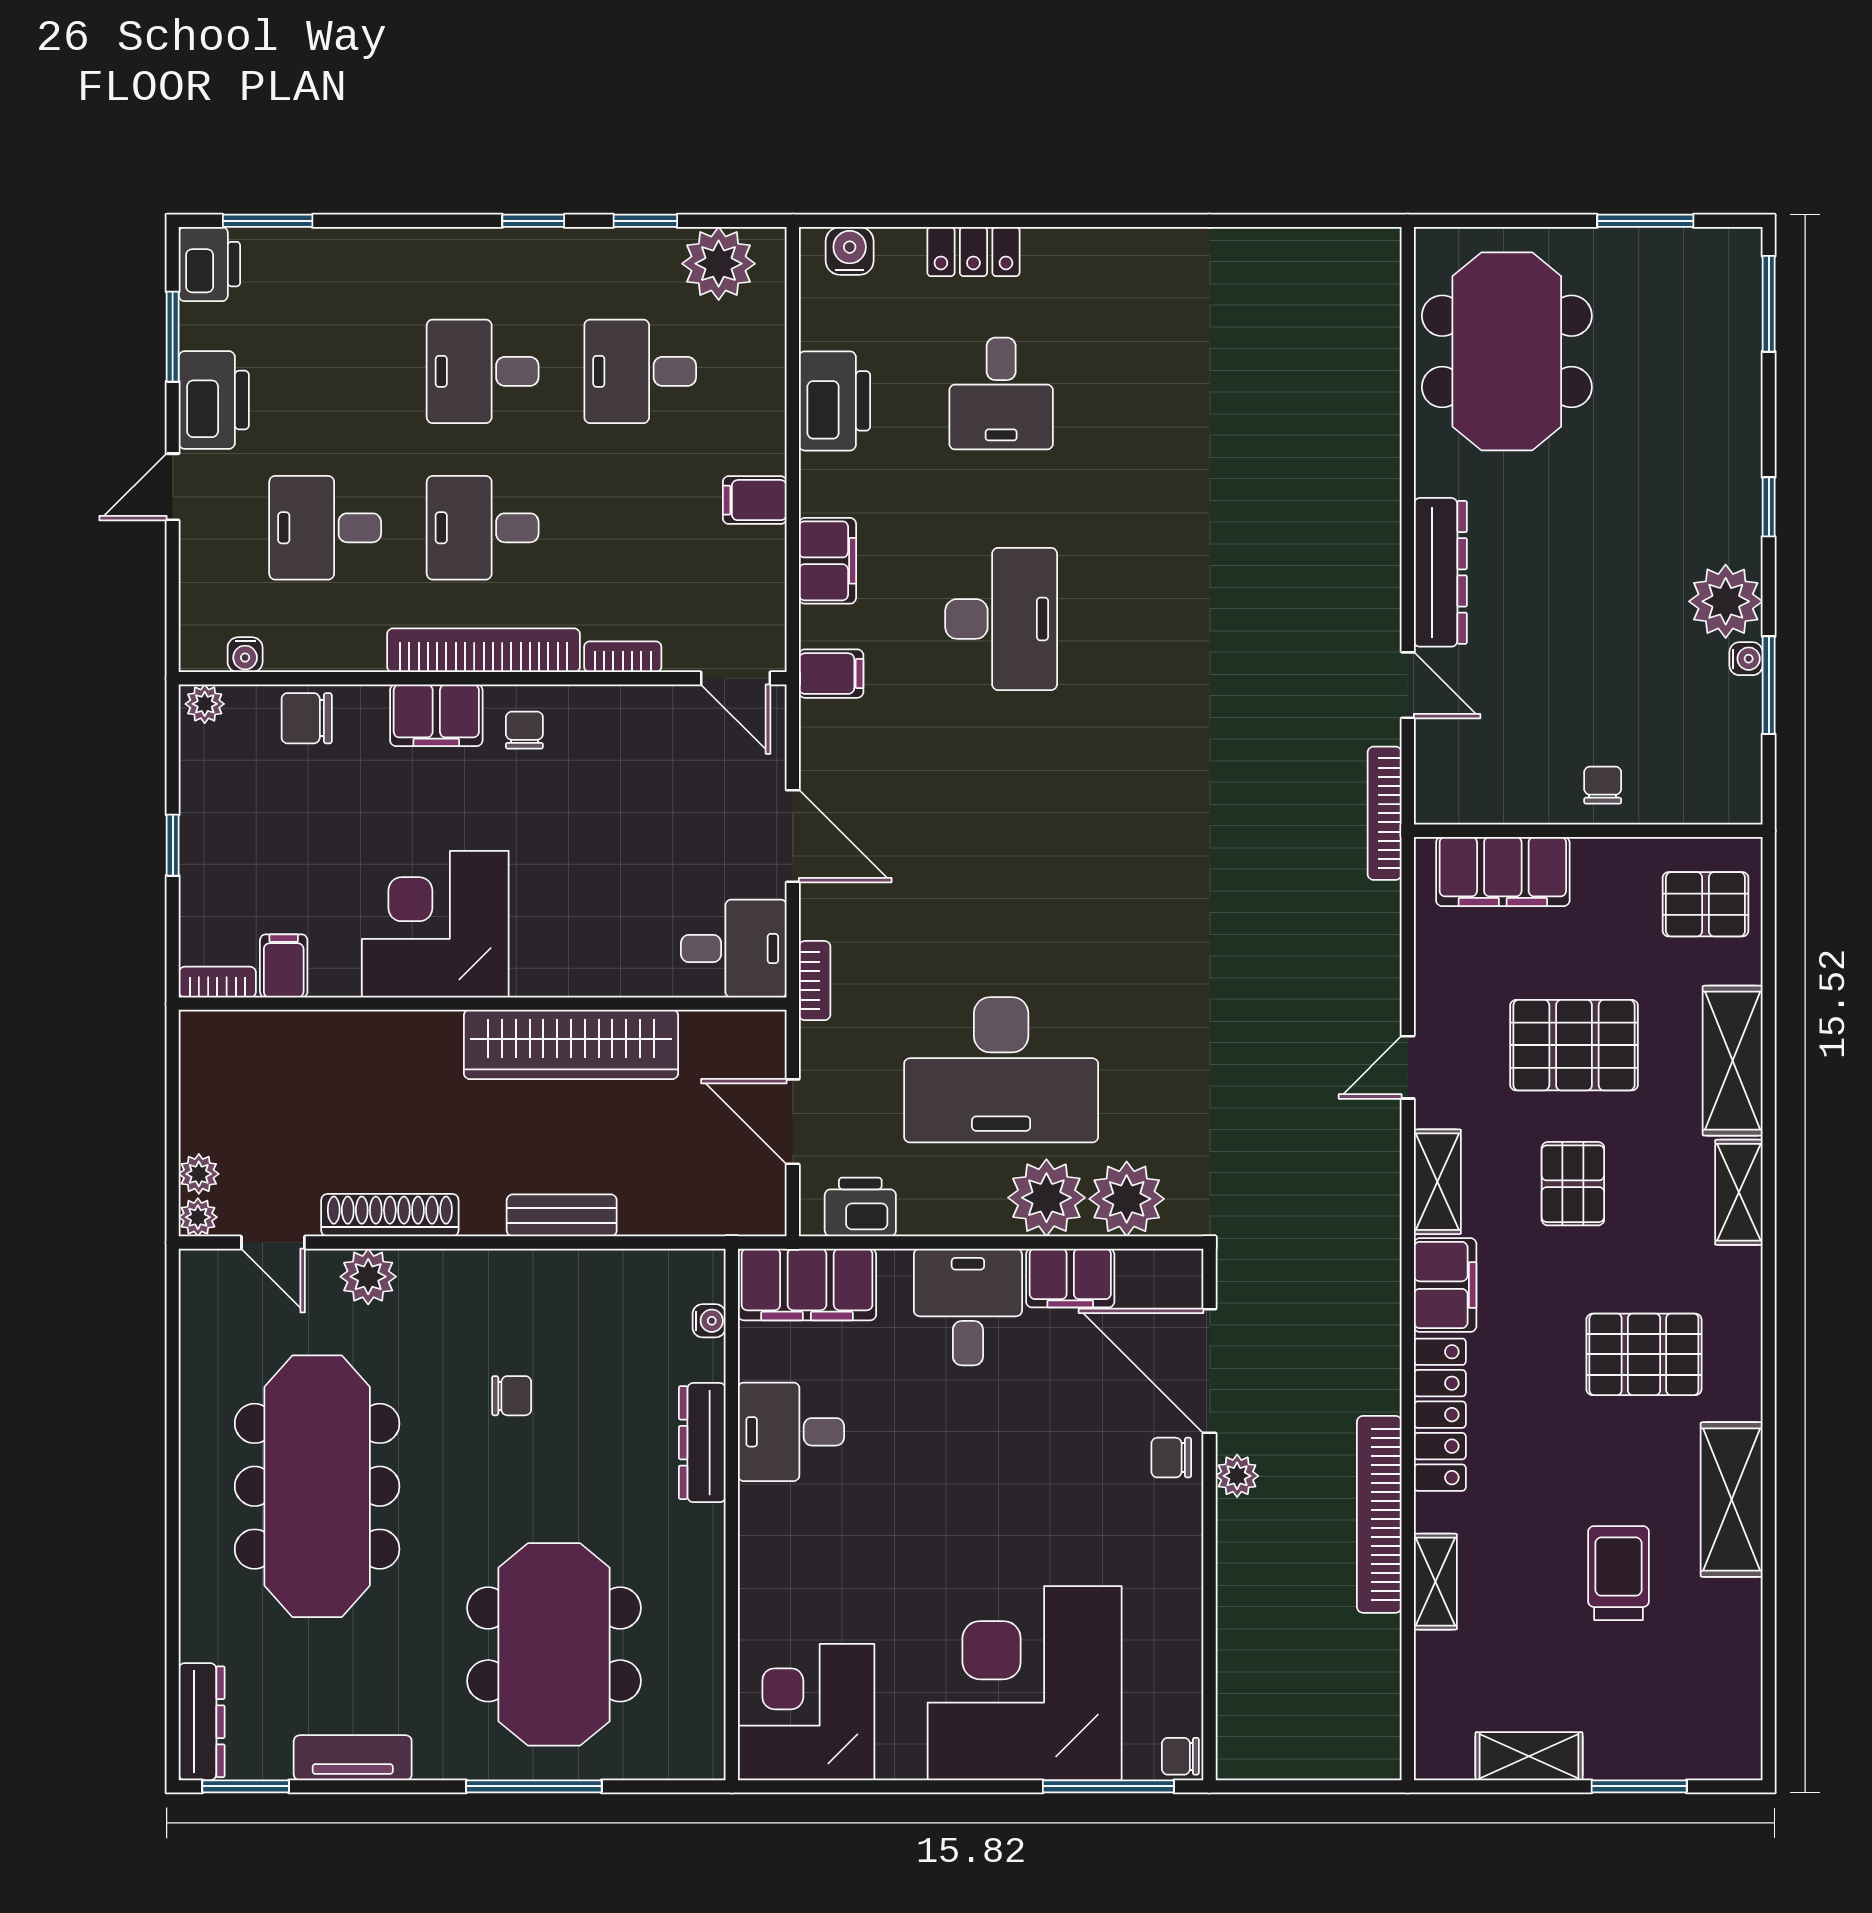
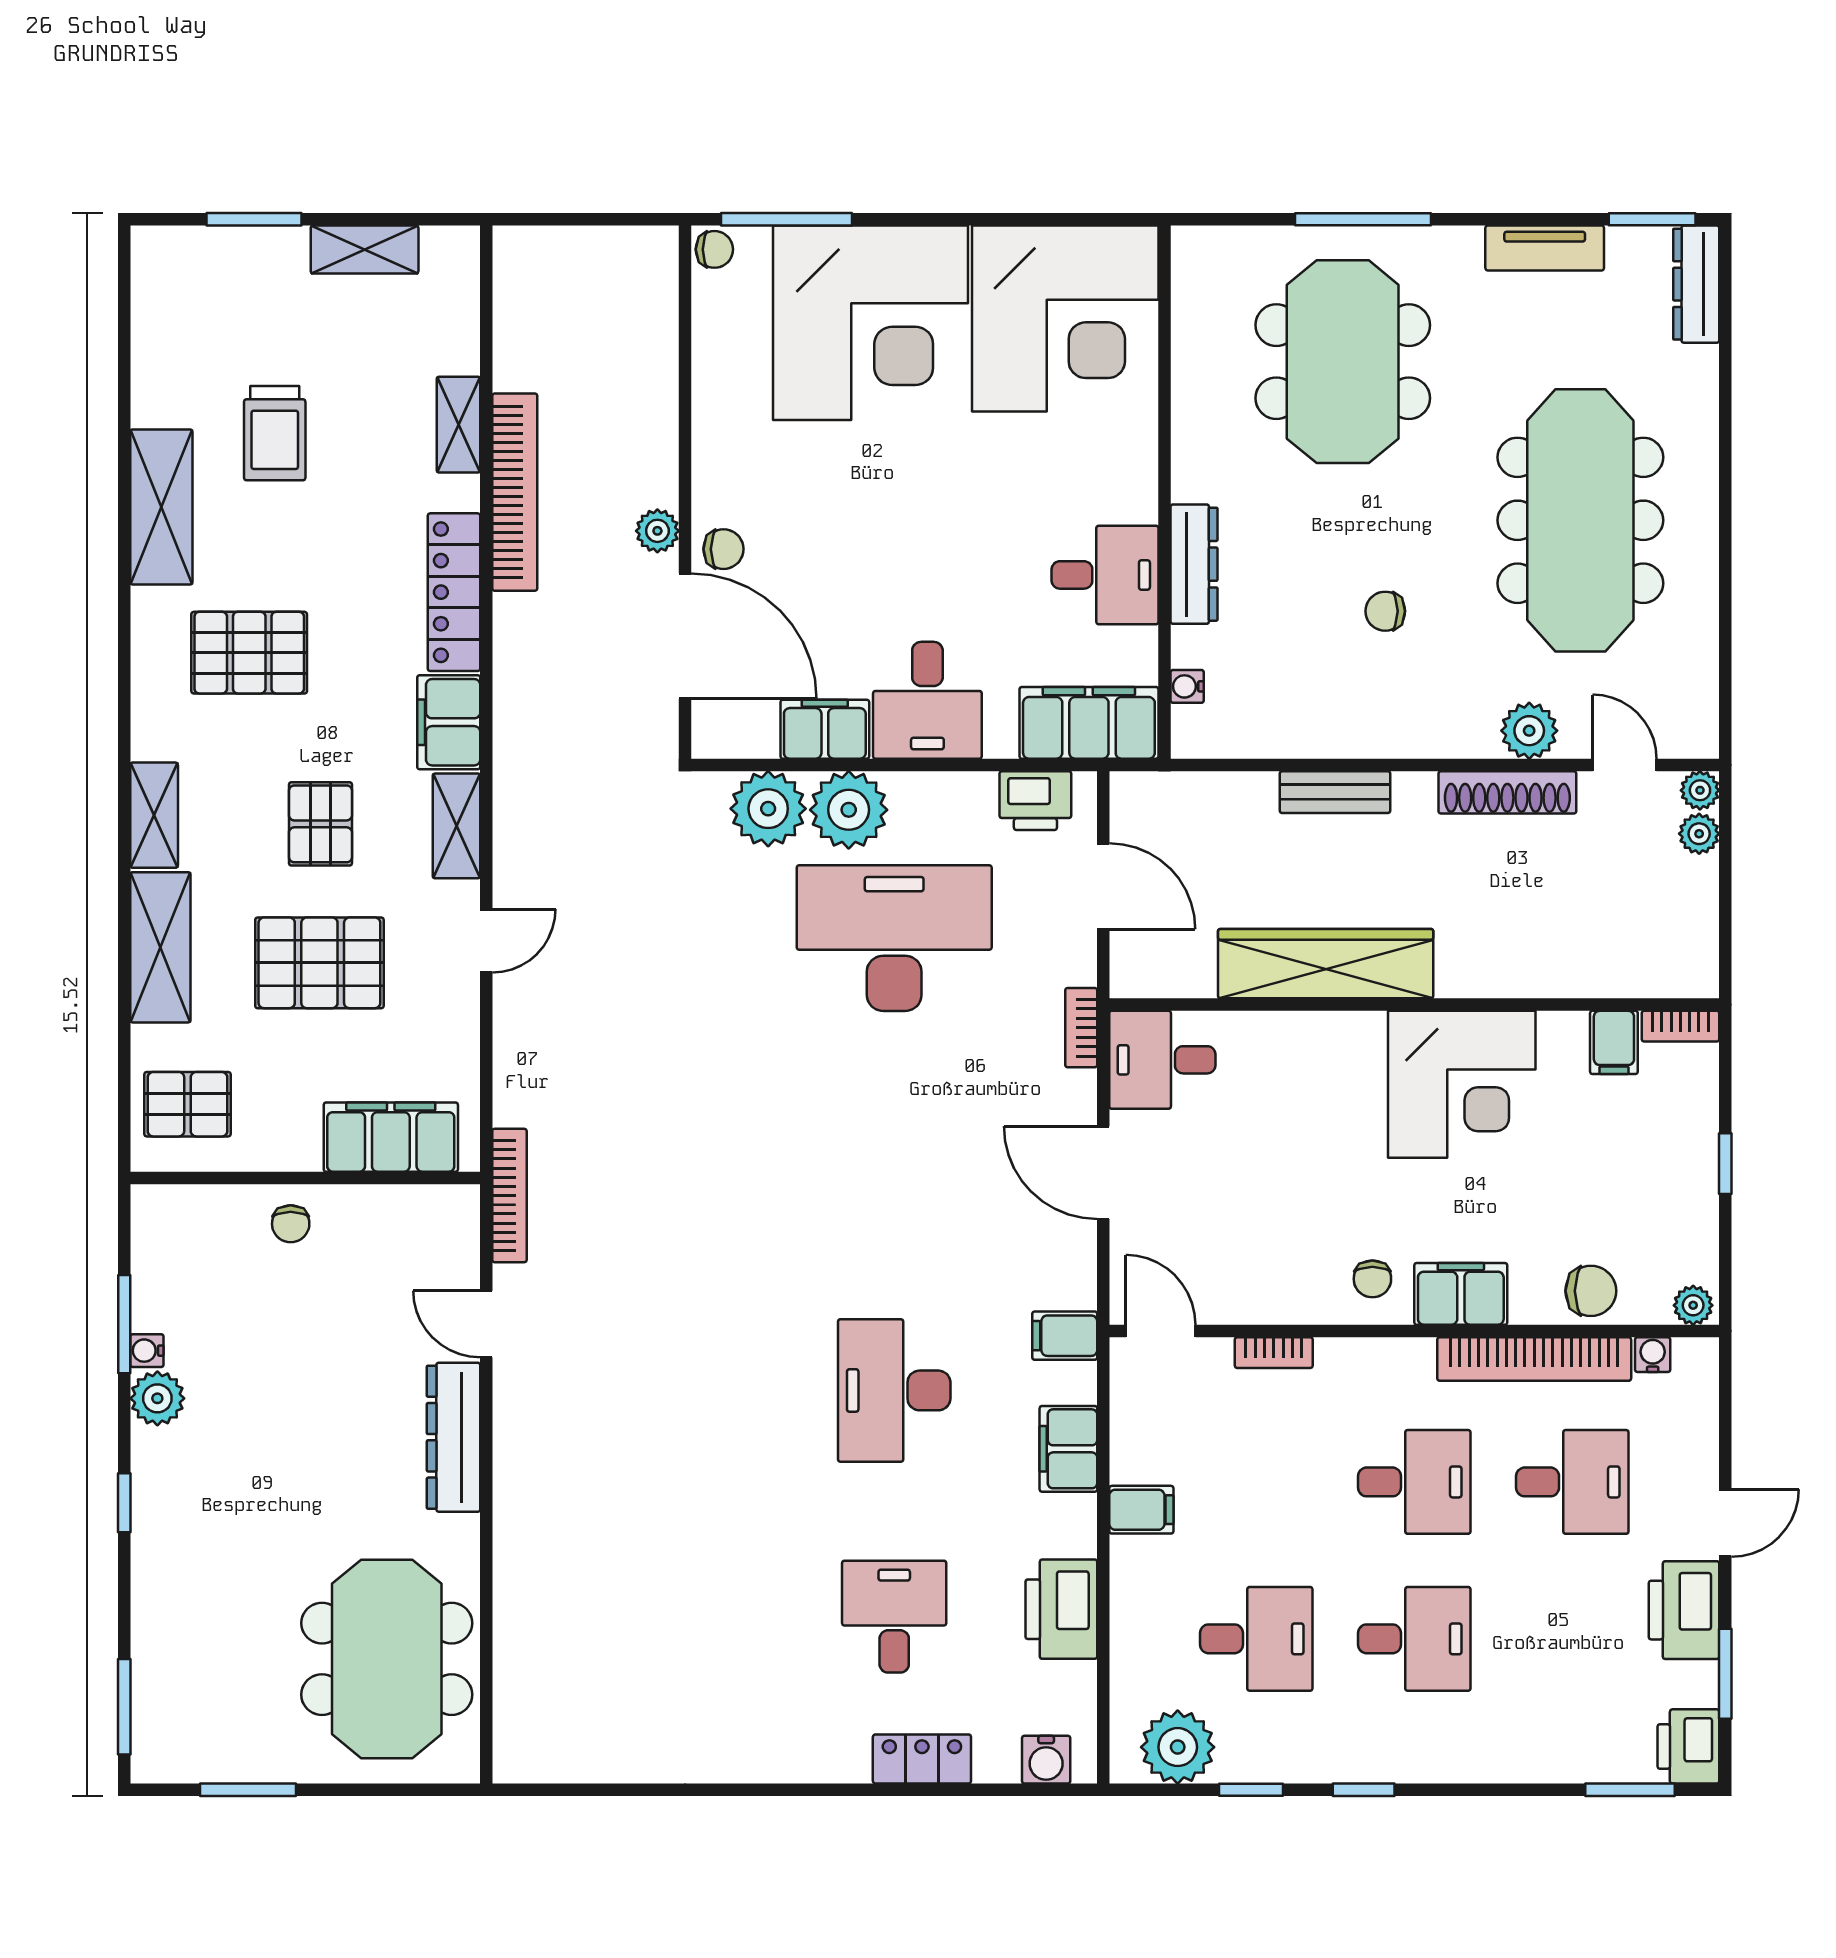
plant: (1726, 601) -> (157, 1398), width x0.73, depth x0.73
bookcase: (484, 650) -> (1534, 1359), moved
corner desk: (806, 1712) -> (1065, 318), width x1.36, depth x1.36

